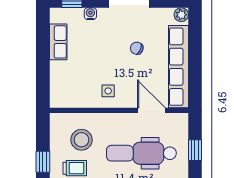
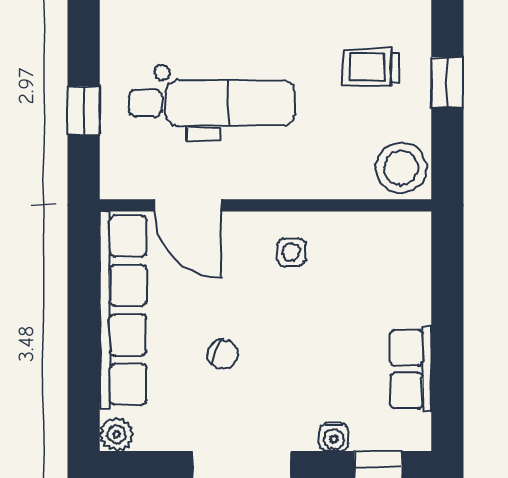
stool: (81, 140) -> (401, 168), moved

